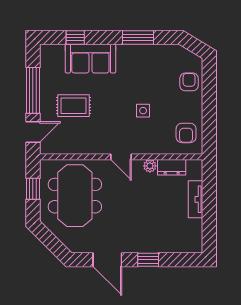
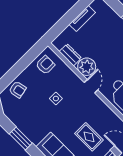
armchair: (189, 82) -> (18, 90), turned -102
plant: (150, 166) -> (87, 67), width x1.88, depth x1.88
tv unit: (195, 199) -> (82, 18), moved

